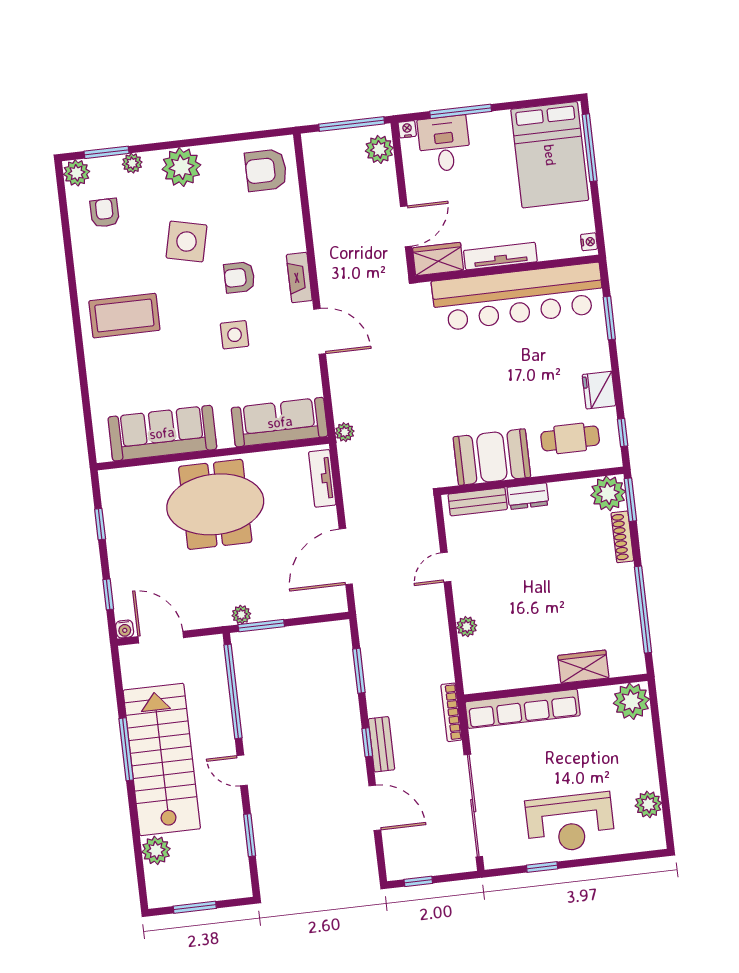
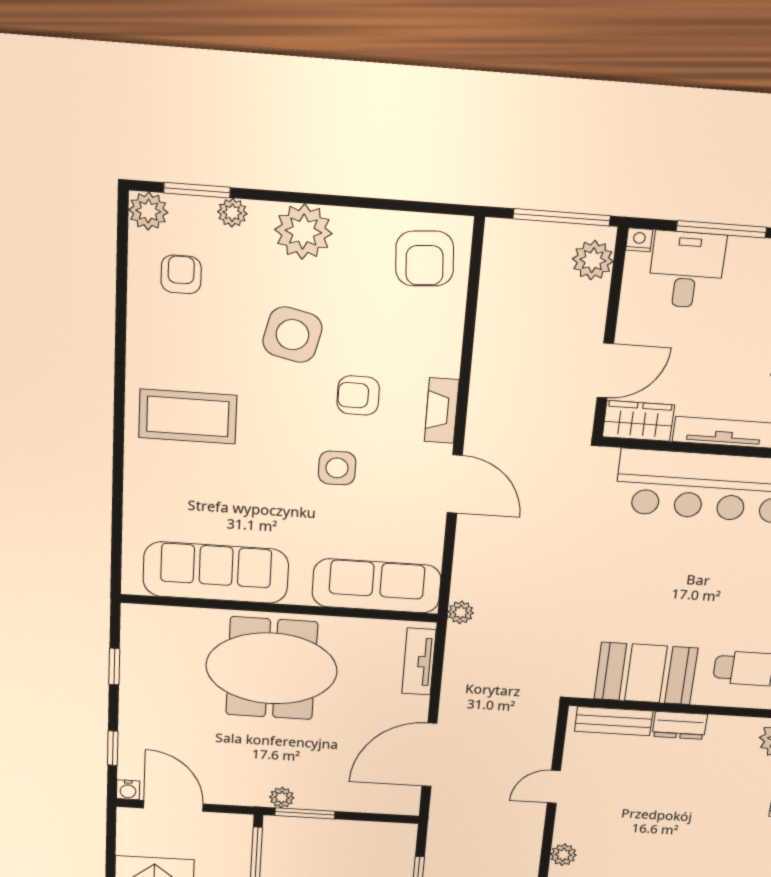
armchair: (266, 170) -> (425, 259), turned -94

